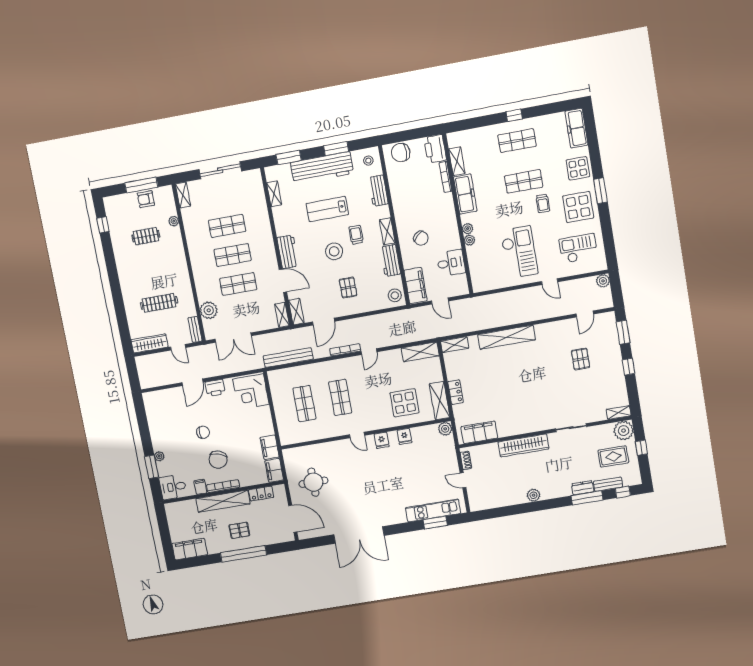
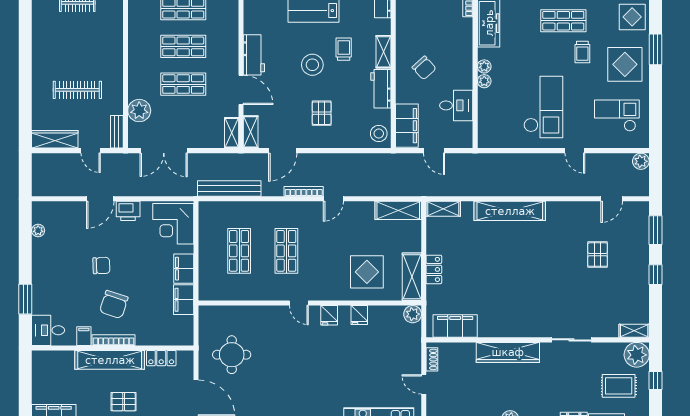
plant: (159, 456) -> (38, 231), moved
filing cabinet: (274, 470) -> (184, 269), moved

